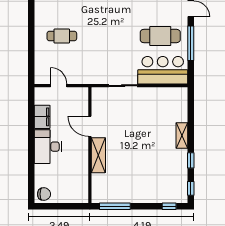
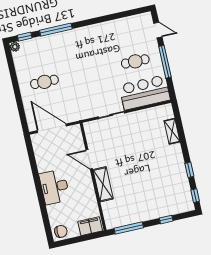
cafe table: (160, 36) -> (135, 61), width x0.73, depth x0.74
door: (59, 86) -> (52, 128), width x1.88
filing cabinet: (42, 117) -> (90, 226), moved, turned -90
shelving: (182, 135) -> (172, 131), moved
window: (169, 206) -> (166, 220), moved

